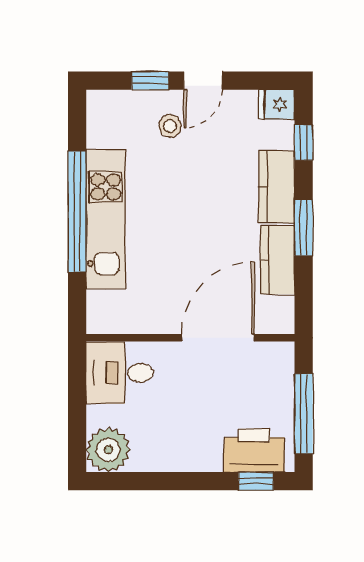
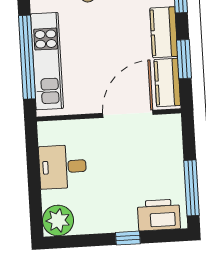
wall: (190, 338) -> (109, 115), moved
door: (218, 338) -> (128, 114), moved
window: (256, 481) -> (128, 238), moved

